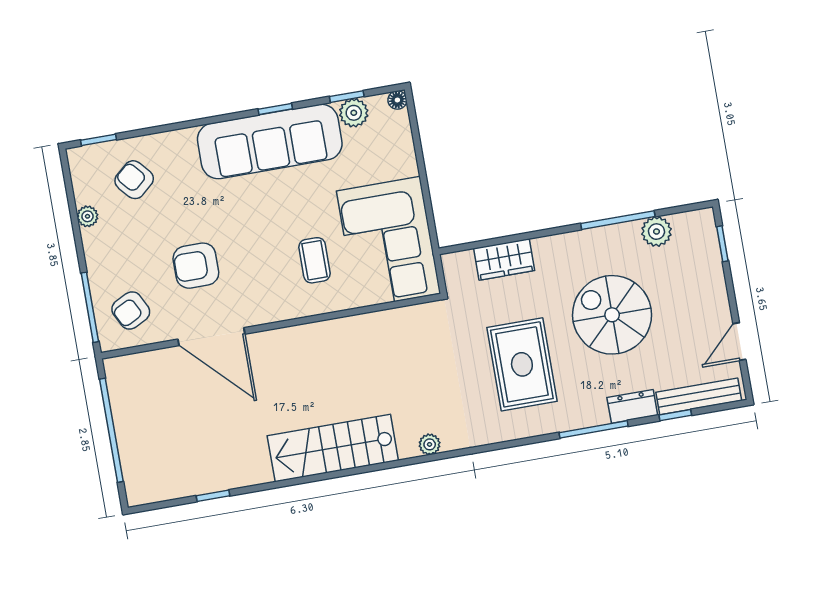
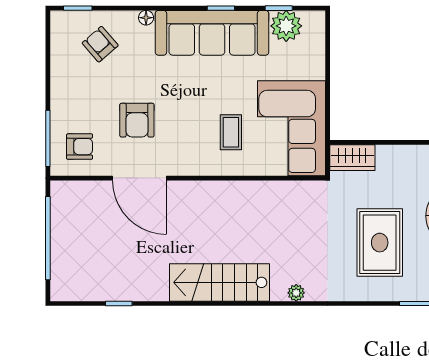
floor lamp: (397, 100) -> (146, 18), moved
plant: (354, 113) -> (286, 26), width x1.36, depth x1.36
plant: (88, 216) -> (59, 67), removed
wardrobe: (504, 259) -> (352, 158), moved
armchair: (196, 266) -> (137, 120), turned -90
armchair: (131, 310) -> (80, 147), turned -153

